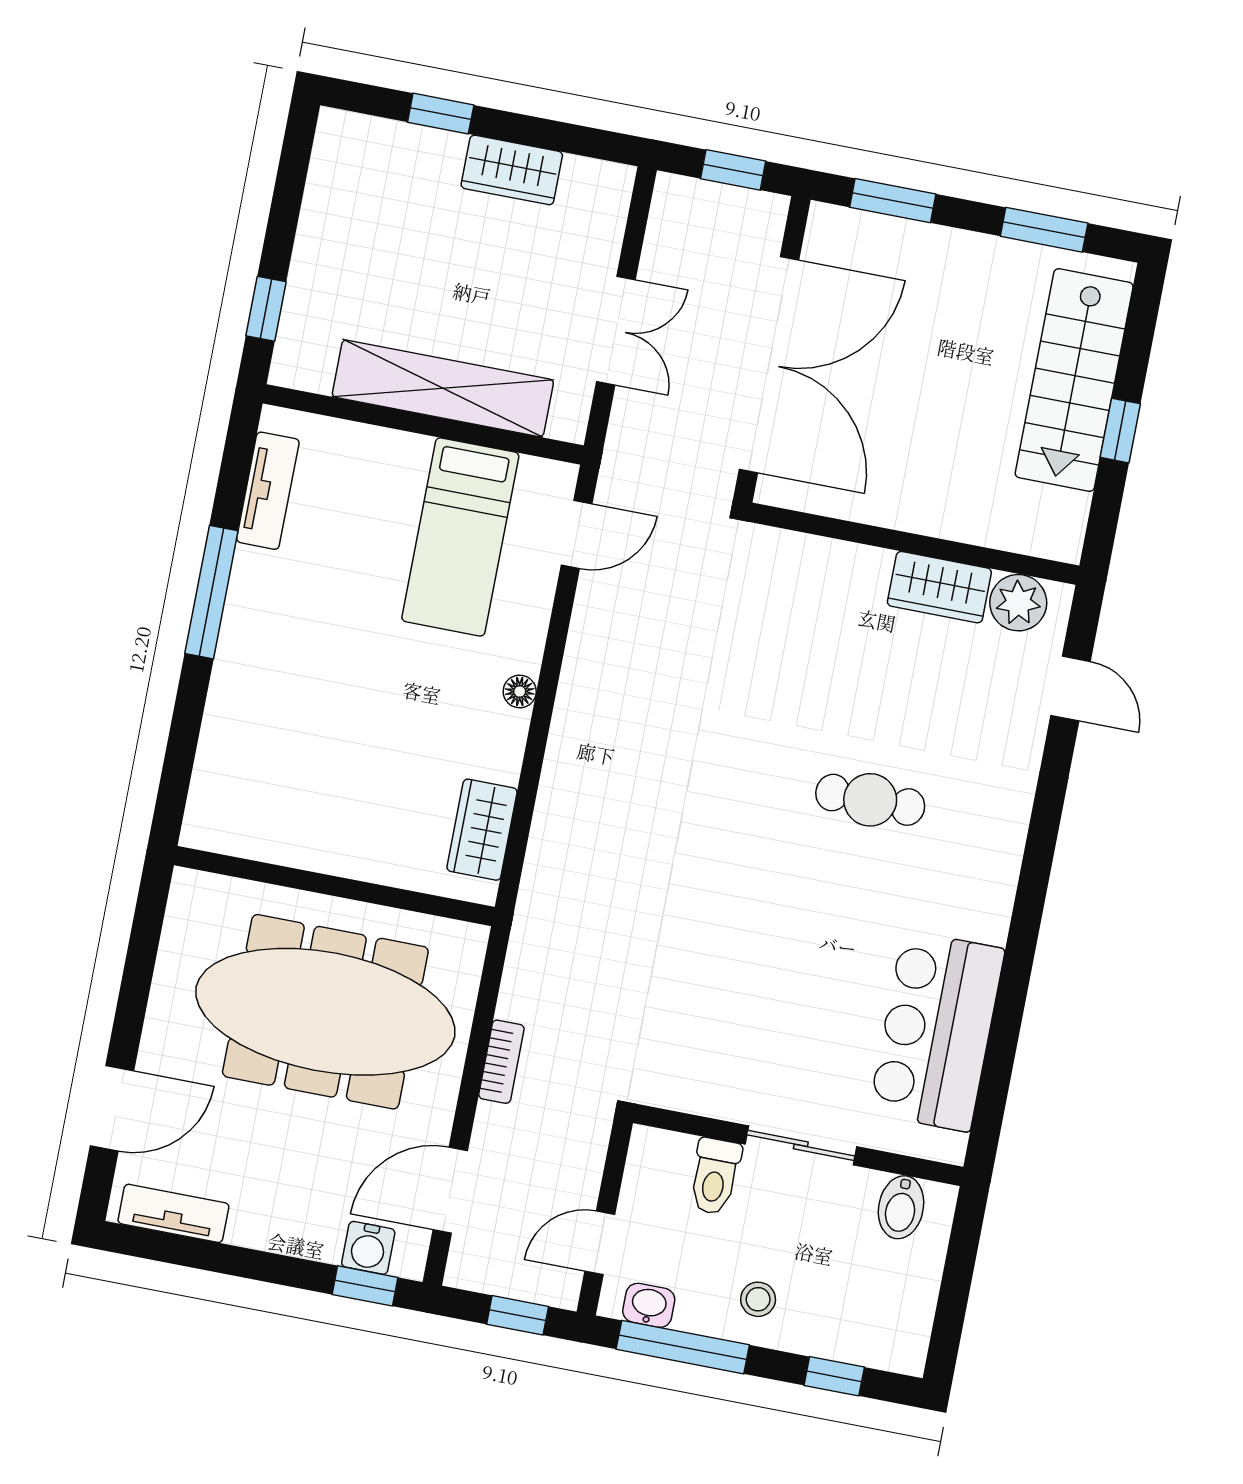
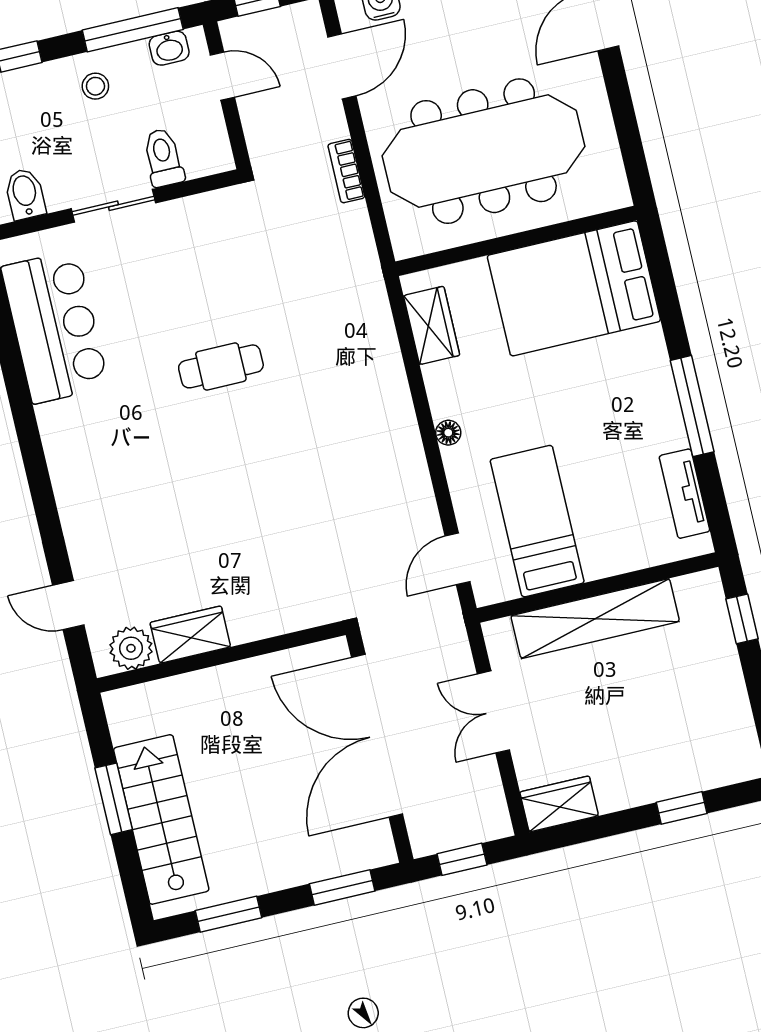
wardrobe: (512, 170) -> (559, 804), moved
window: (1120, 431) -> (114, 799), width x1.50
bed: (290, 798) -> (574, 288), added
cafe table: (870, 800) -> (221, 366), moved
door: (600, 1243) -> (222, 76), hinge flipped

